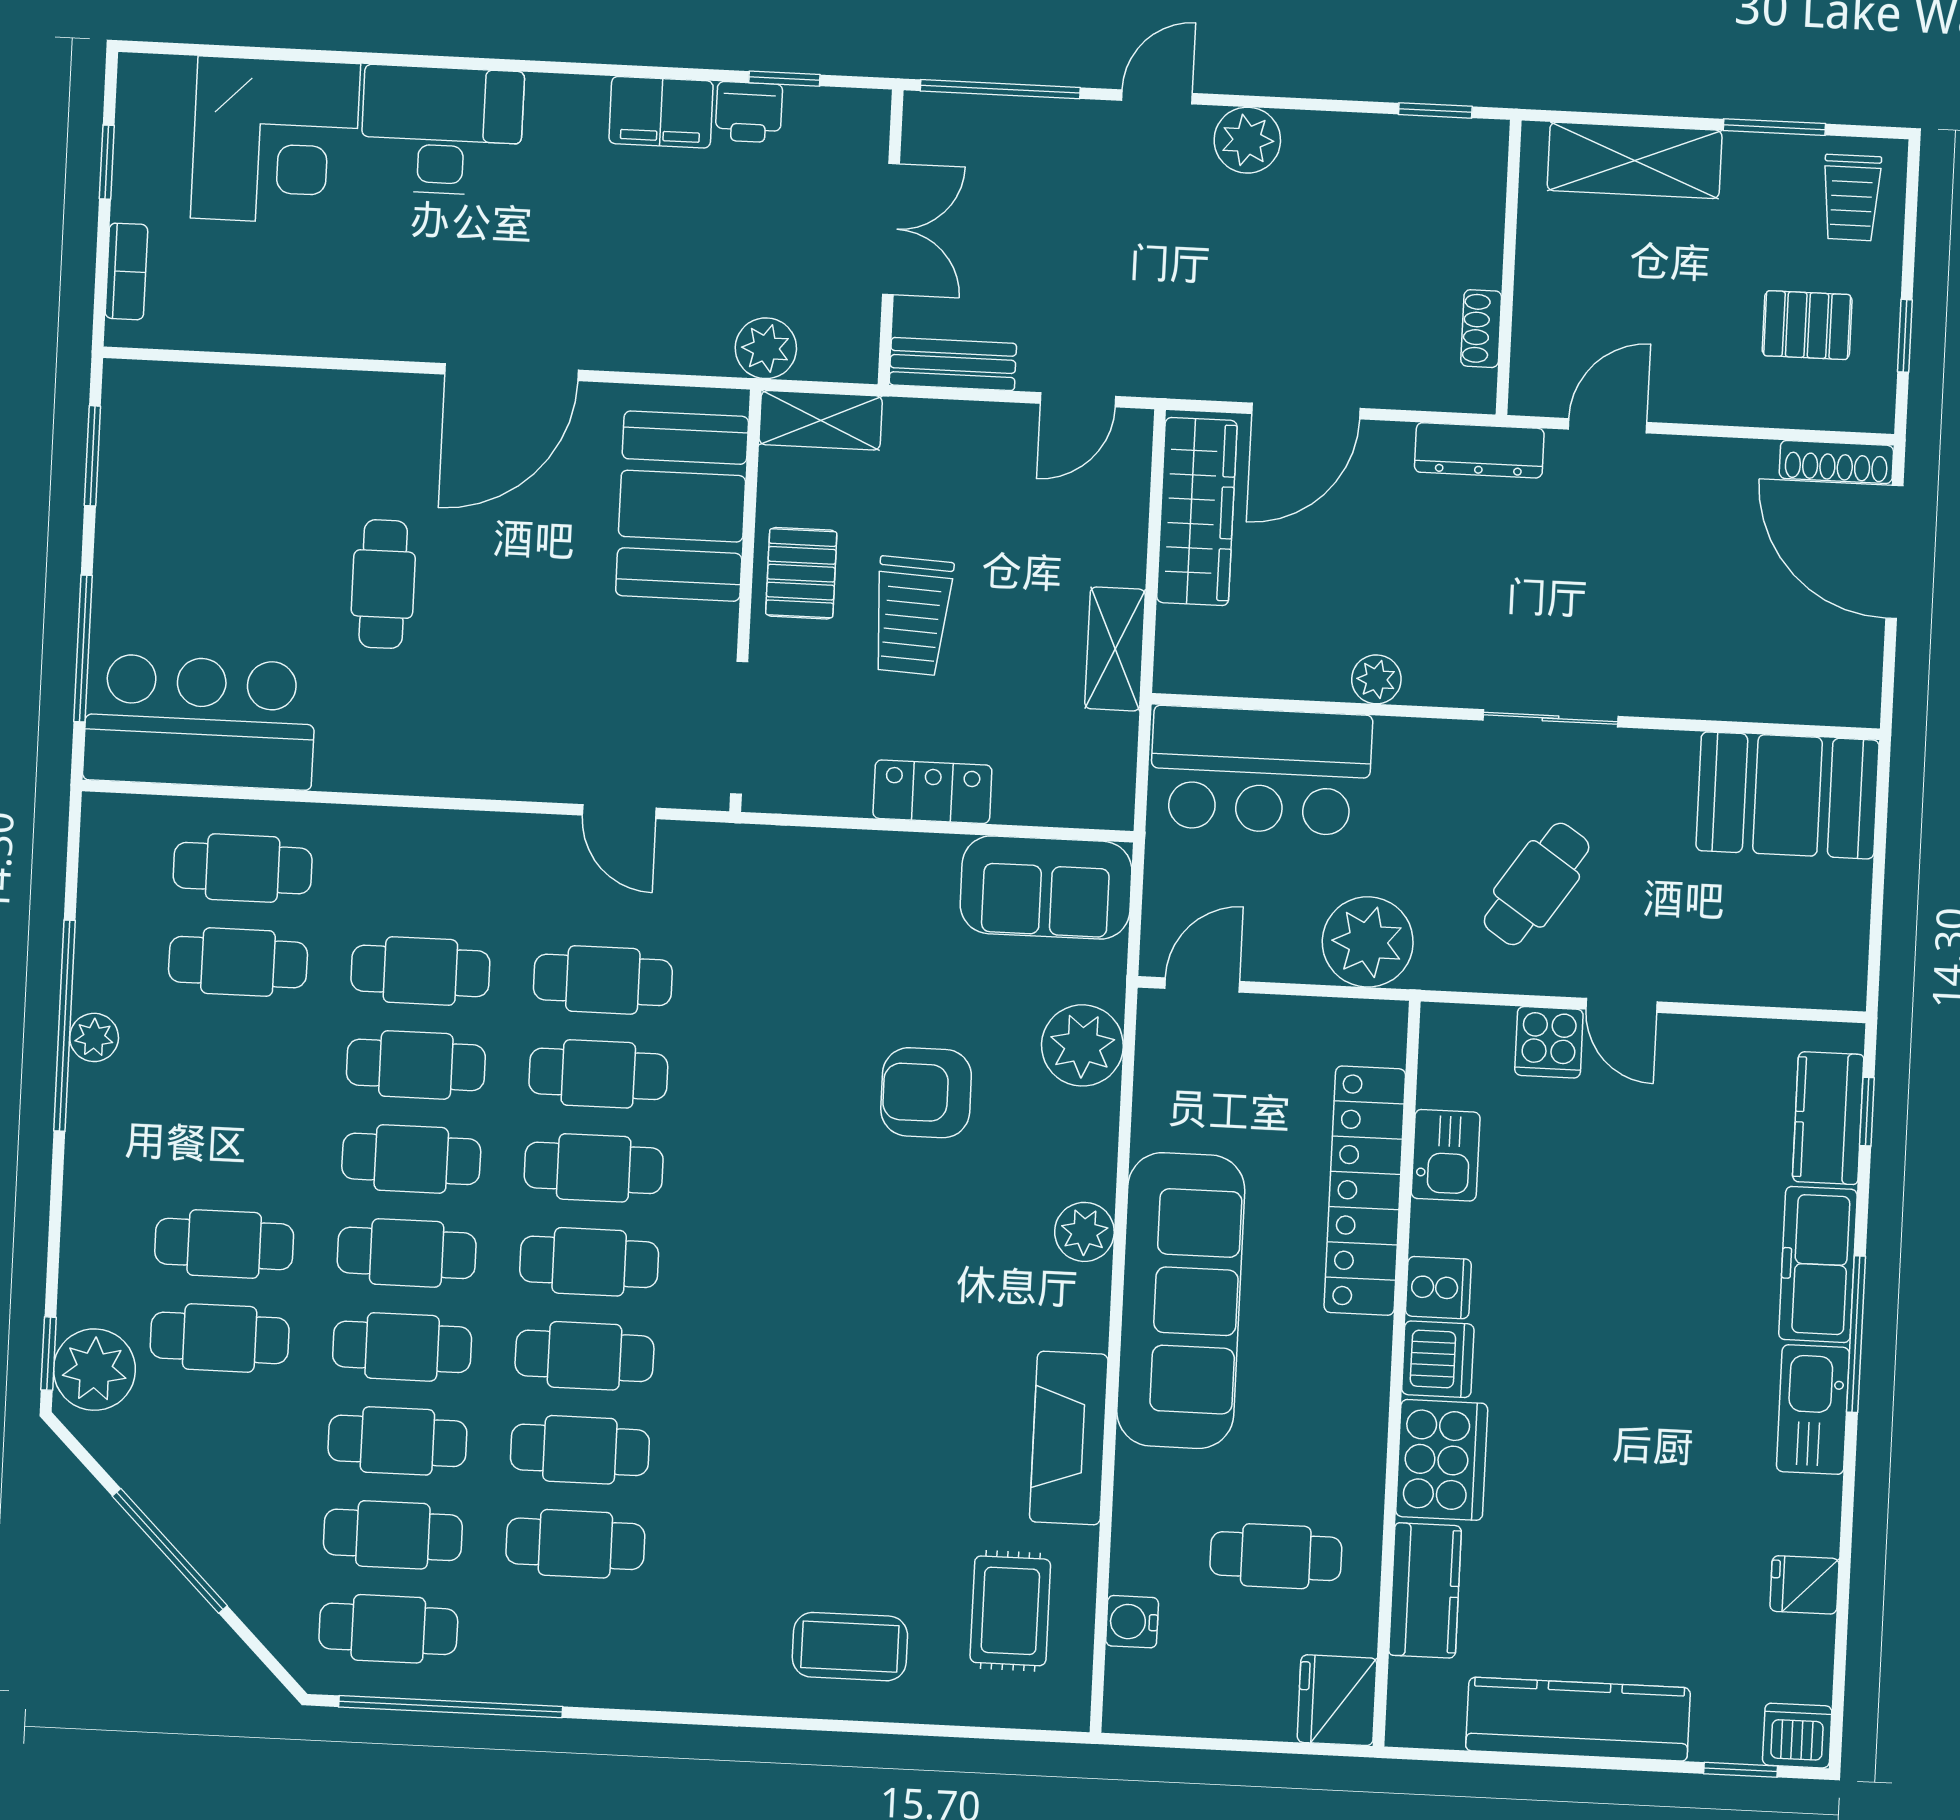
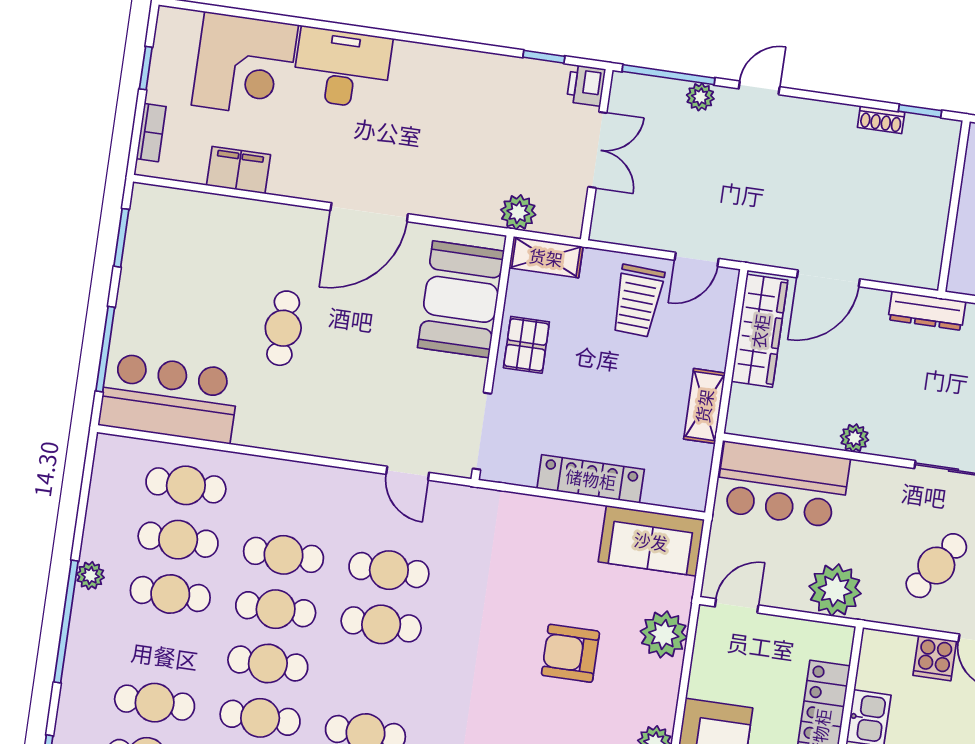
filing cabinet: (661, 112) -> (238, 170), moved, turned 180
printer: (749, 112) -> (586, 85), moved, turned 90
plant: (1247, 140) -> (700, 97), moved, width x0.73, depth x0.73
shoe rack: (1481, 329) -> (881, 120), moved, turned -90
bench: (953, 364) -> (626, 232), removed
trolley: (912, 616) -> (638, 301), moved
locker: (932, 792) -> (591, 479), width x1.53
window: (65, 1026) -> (66, 622), moved
cafe table: (594, 1168) -> (170, 594), moved

